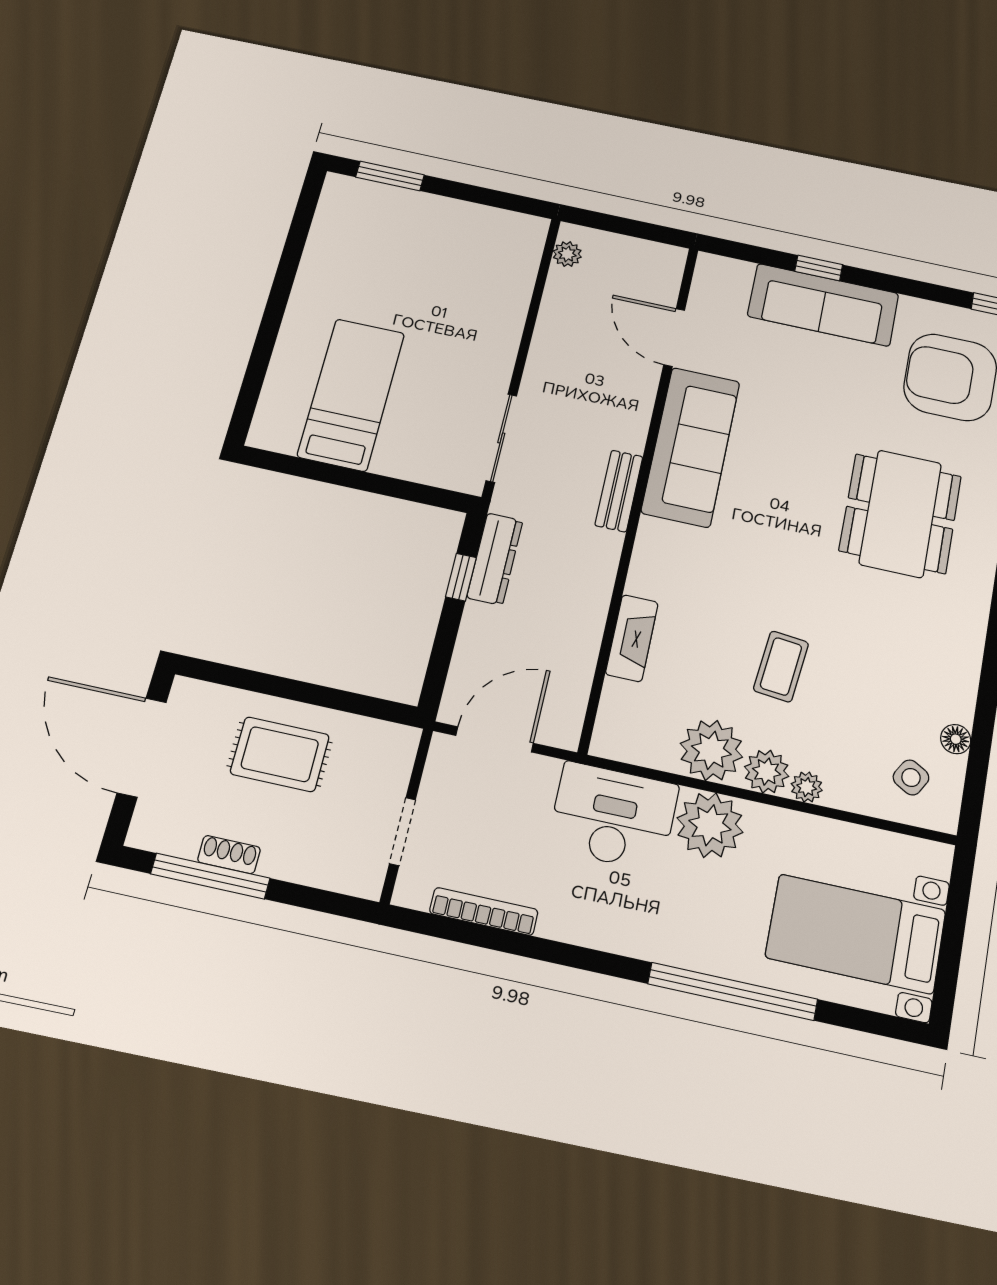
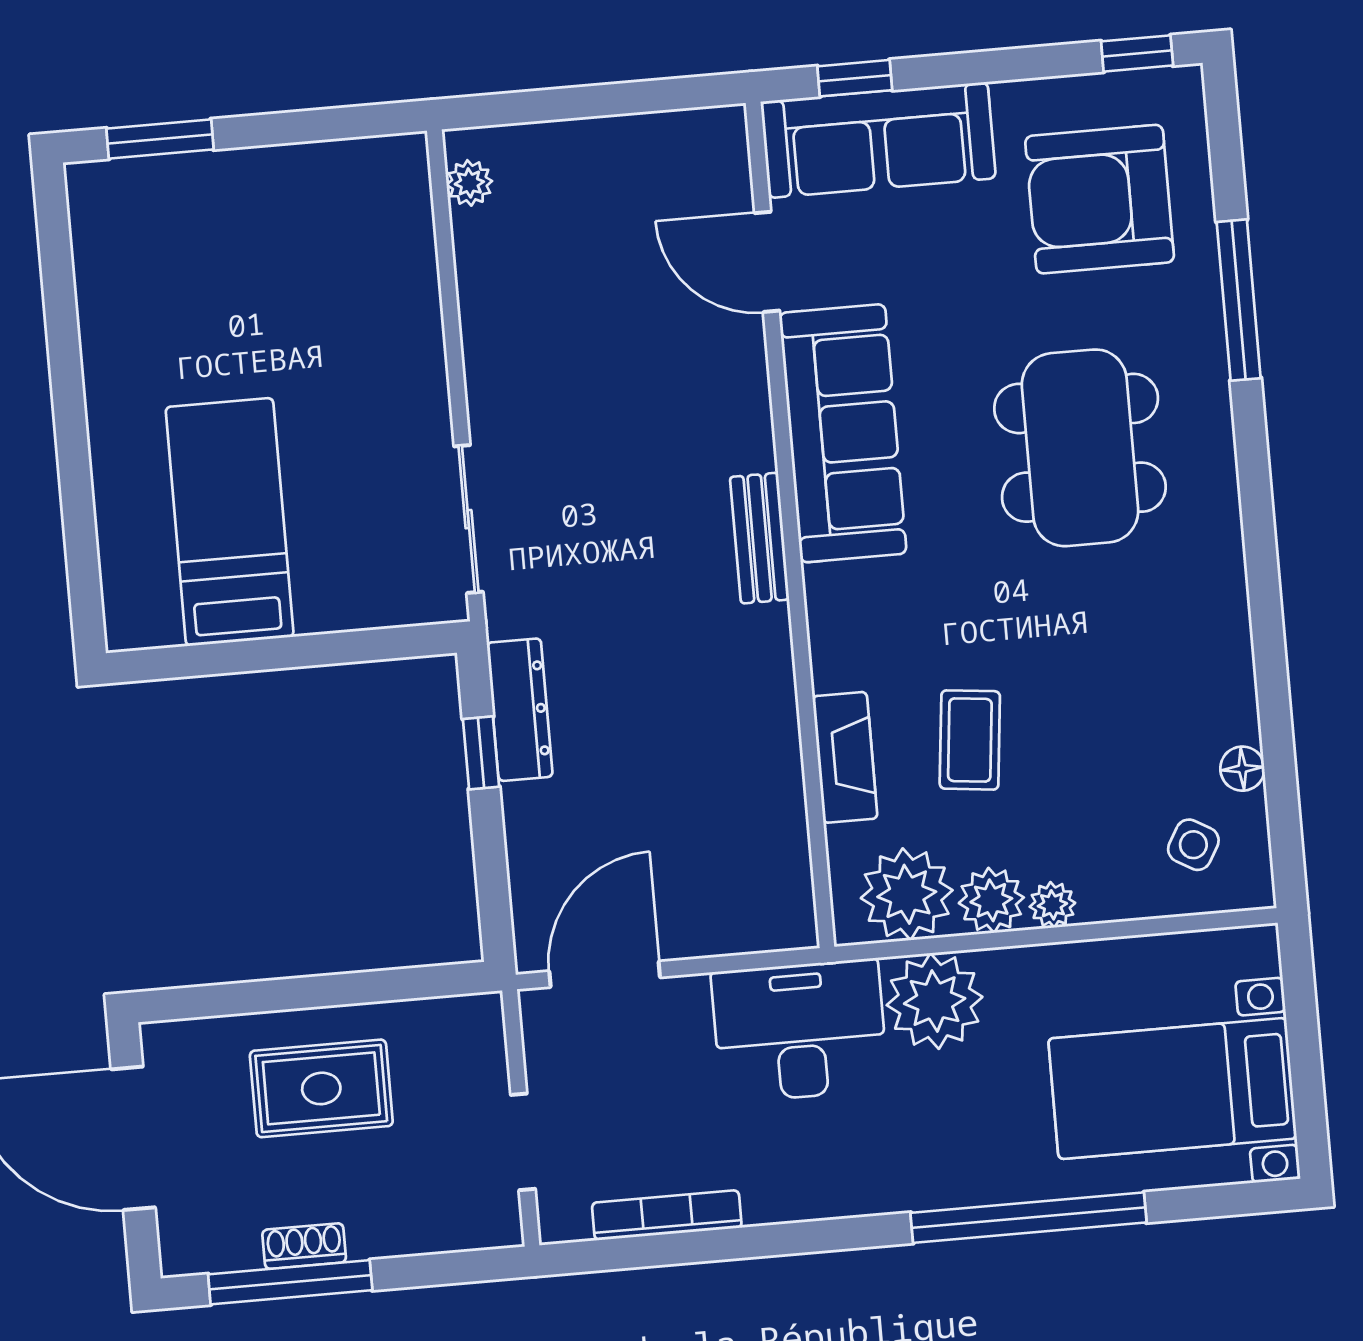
door: (674, 337) -> (767, 262), moved
sofa: (691, 447) -> (843, 433), moved
wall: (641, 489) -> (790, 525), moved
bench: (619, 491) -> (760, 538), moved
fireplace: (632, 638) -> (845, 757), moved

